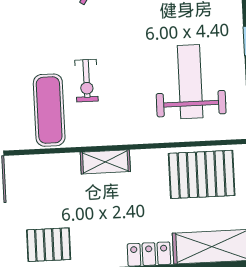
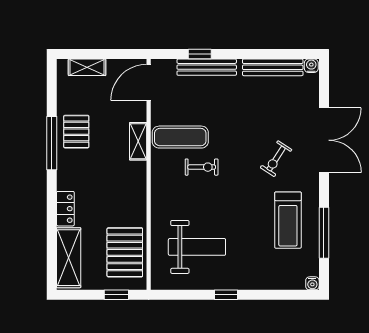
exercise bike: (87, 81) -> (202, 167), turned 180
shelving: (105, 162) -> (138, 141), moved

